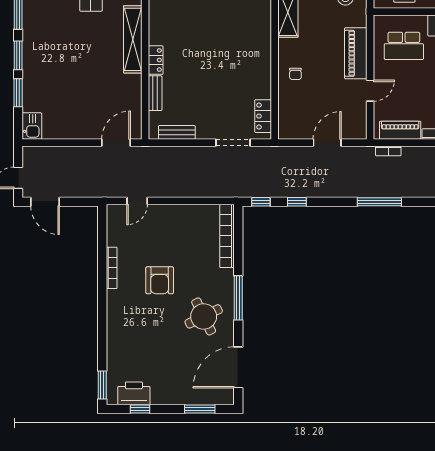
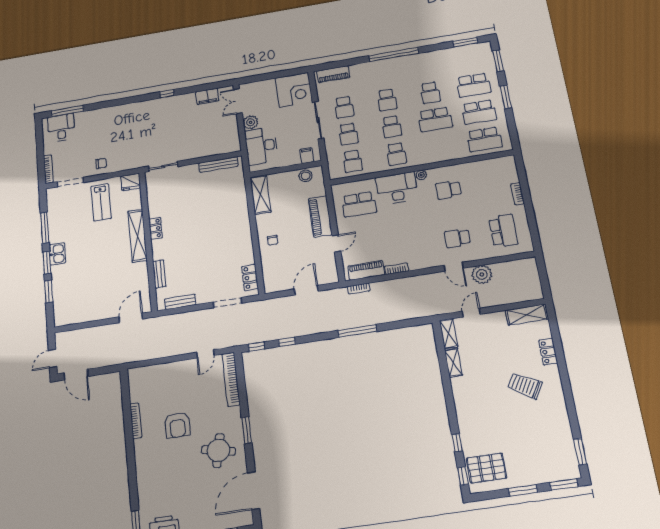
locker: (156, 60) -> (156, 228), moved
kitchen sink: (32, 126) -> (57, 254), moved
door: (137, 201) -> (205, 354), moved
window: (238, 298) -> (247, 430), width x0.69
round table: (204, 316) -> (218, 451), turned 38

